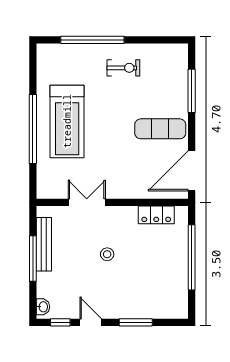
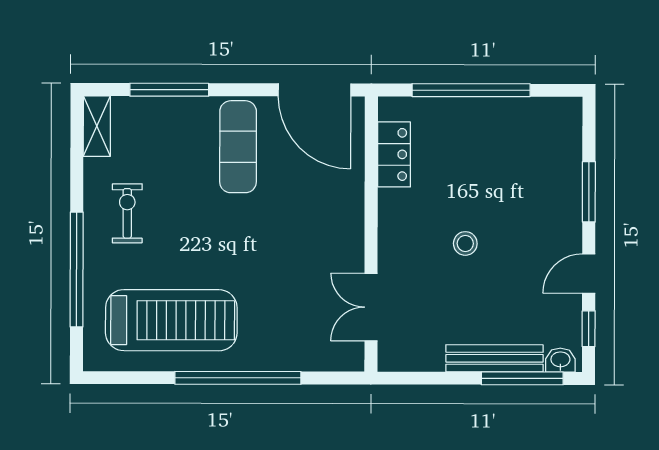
shelving: (171, 51) -> (97, 126), added
treadmill: (67, 121) -> (171, 320), moved
double door: (87, 202) -> (371, 307), moved
bench: (44, 244) -> (494, 358), moved
window: (33, 259) -> (522, 378), moved

